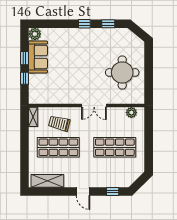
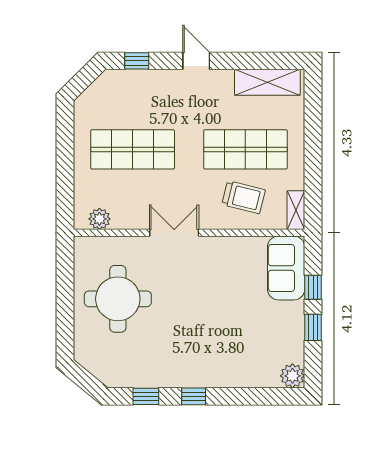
sofa: (38, 57) -> (286, 268), moved

